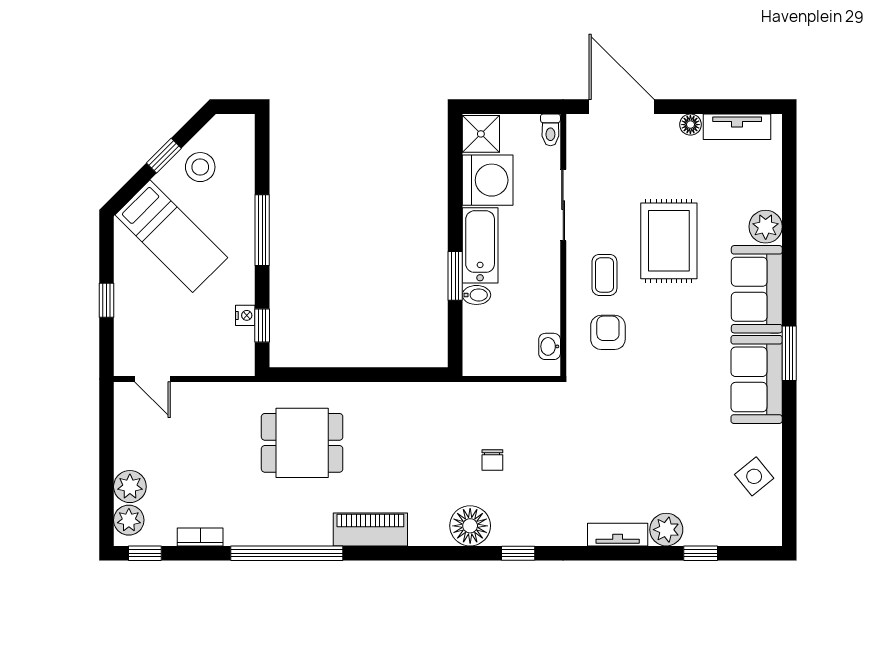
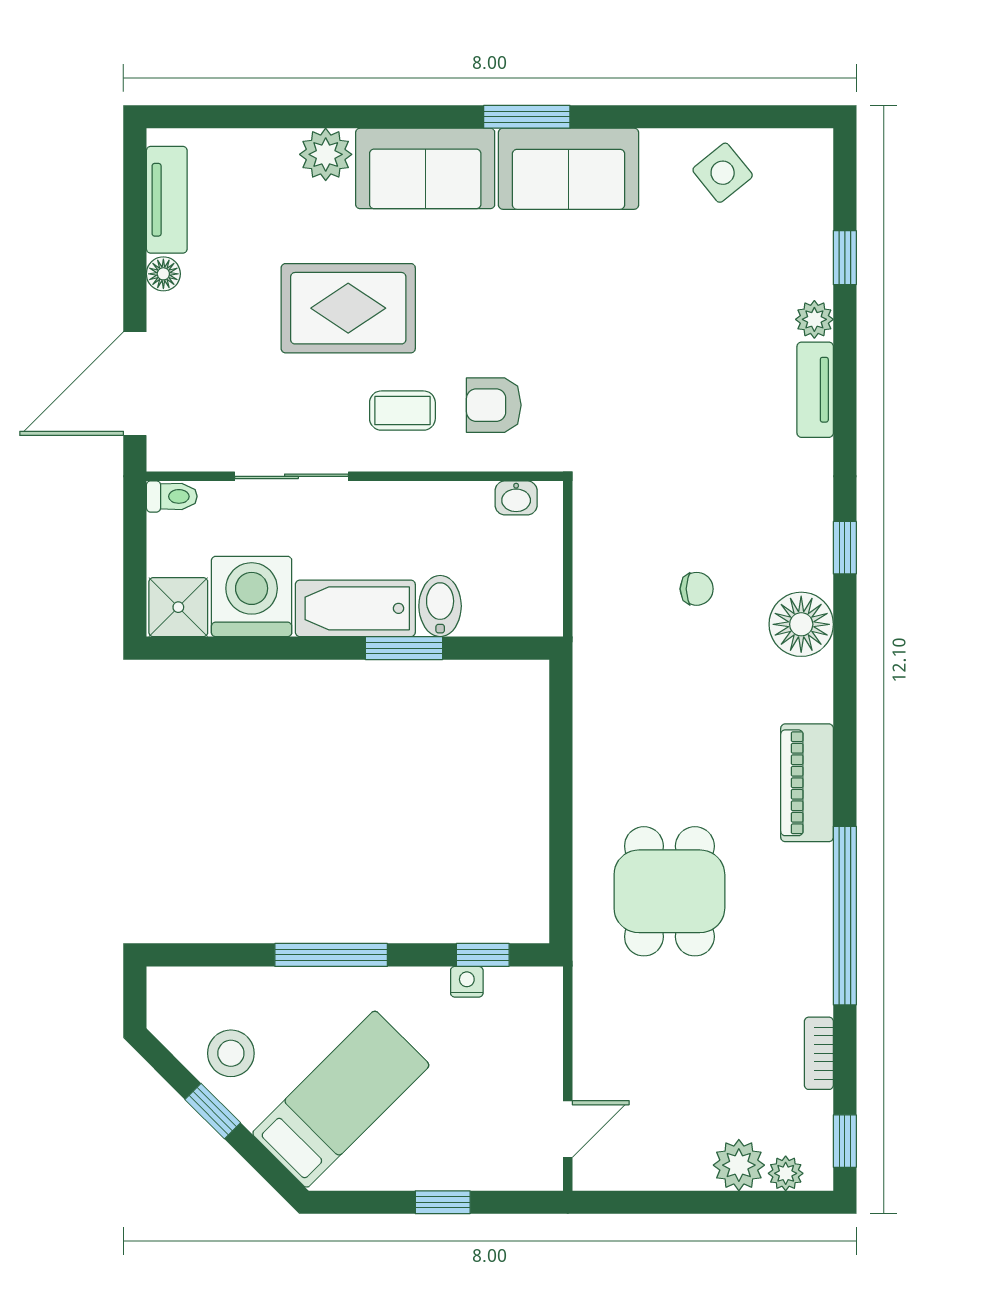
bidet: (476, 295) -> (440, 606), width x1.38, depth x1.36
plant: (129, 520) -> (786, 1173), width x0.73, depth x0.73
plant: (666, 530) -> (814, 319), width x0.73, depth x0.73

